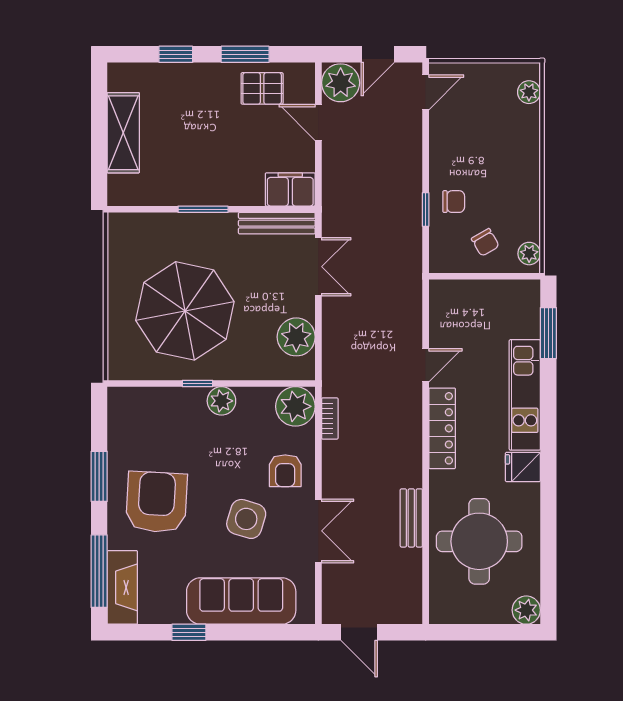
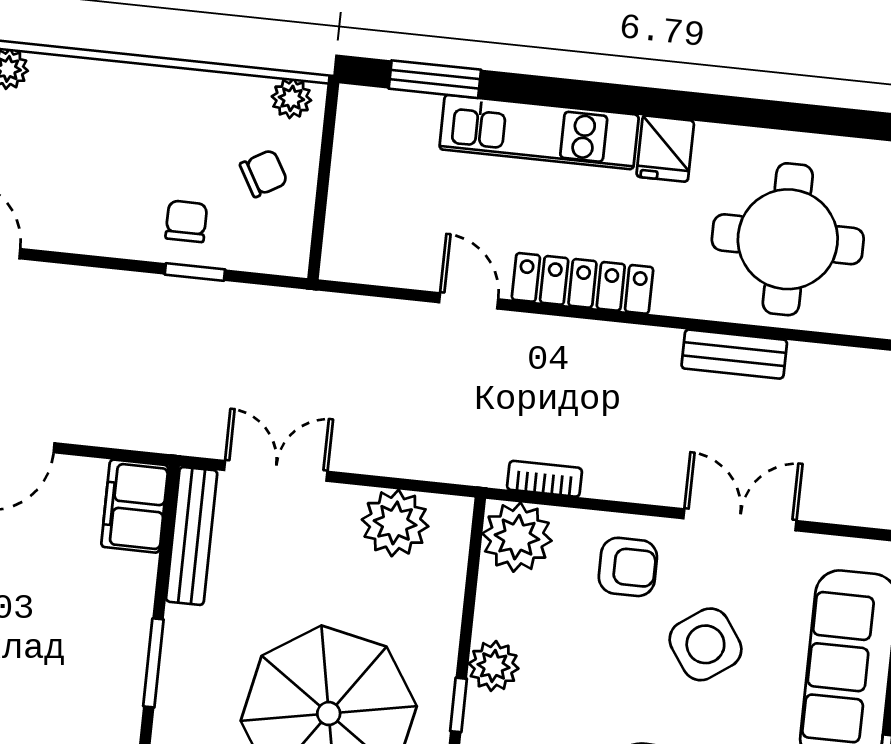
side table: (246, 519) -> (705, 644), turned 38

